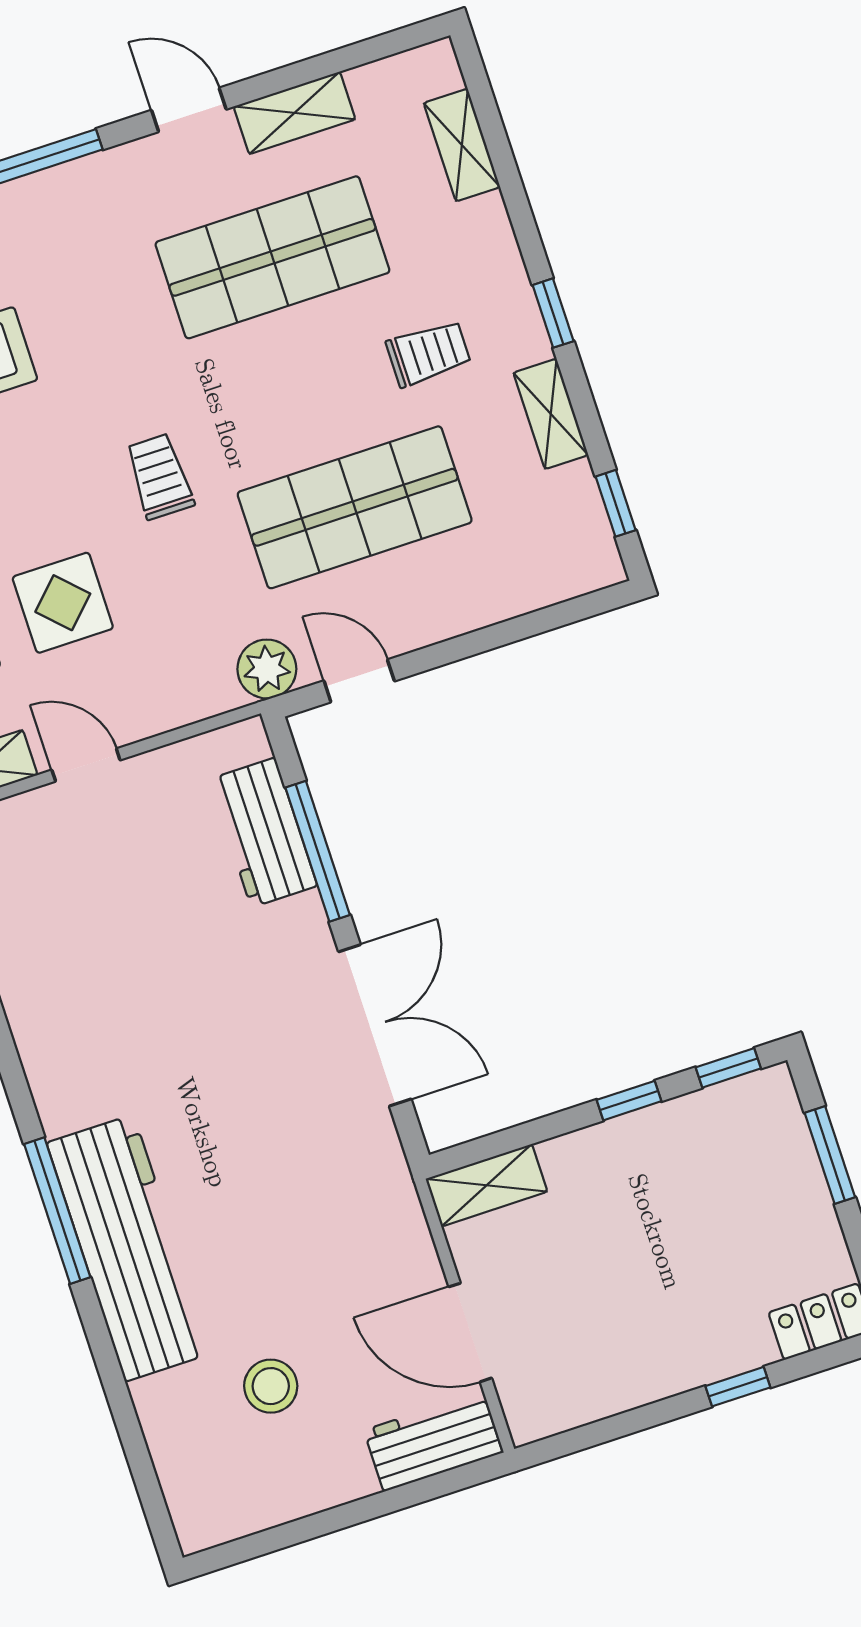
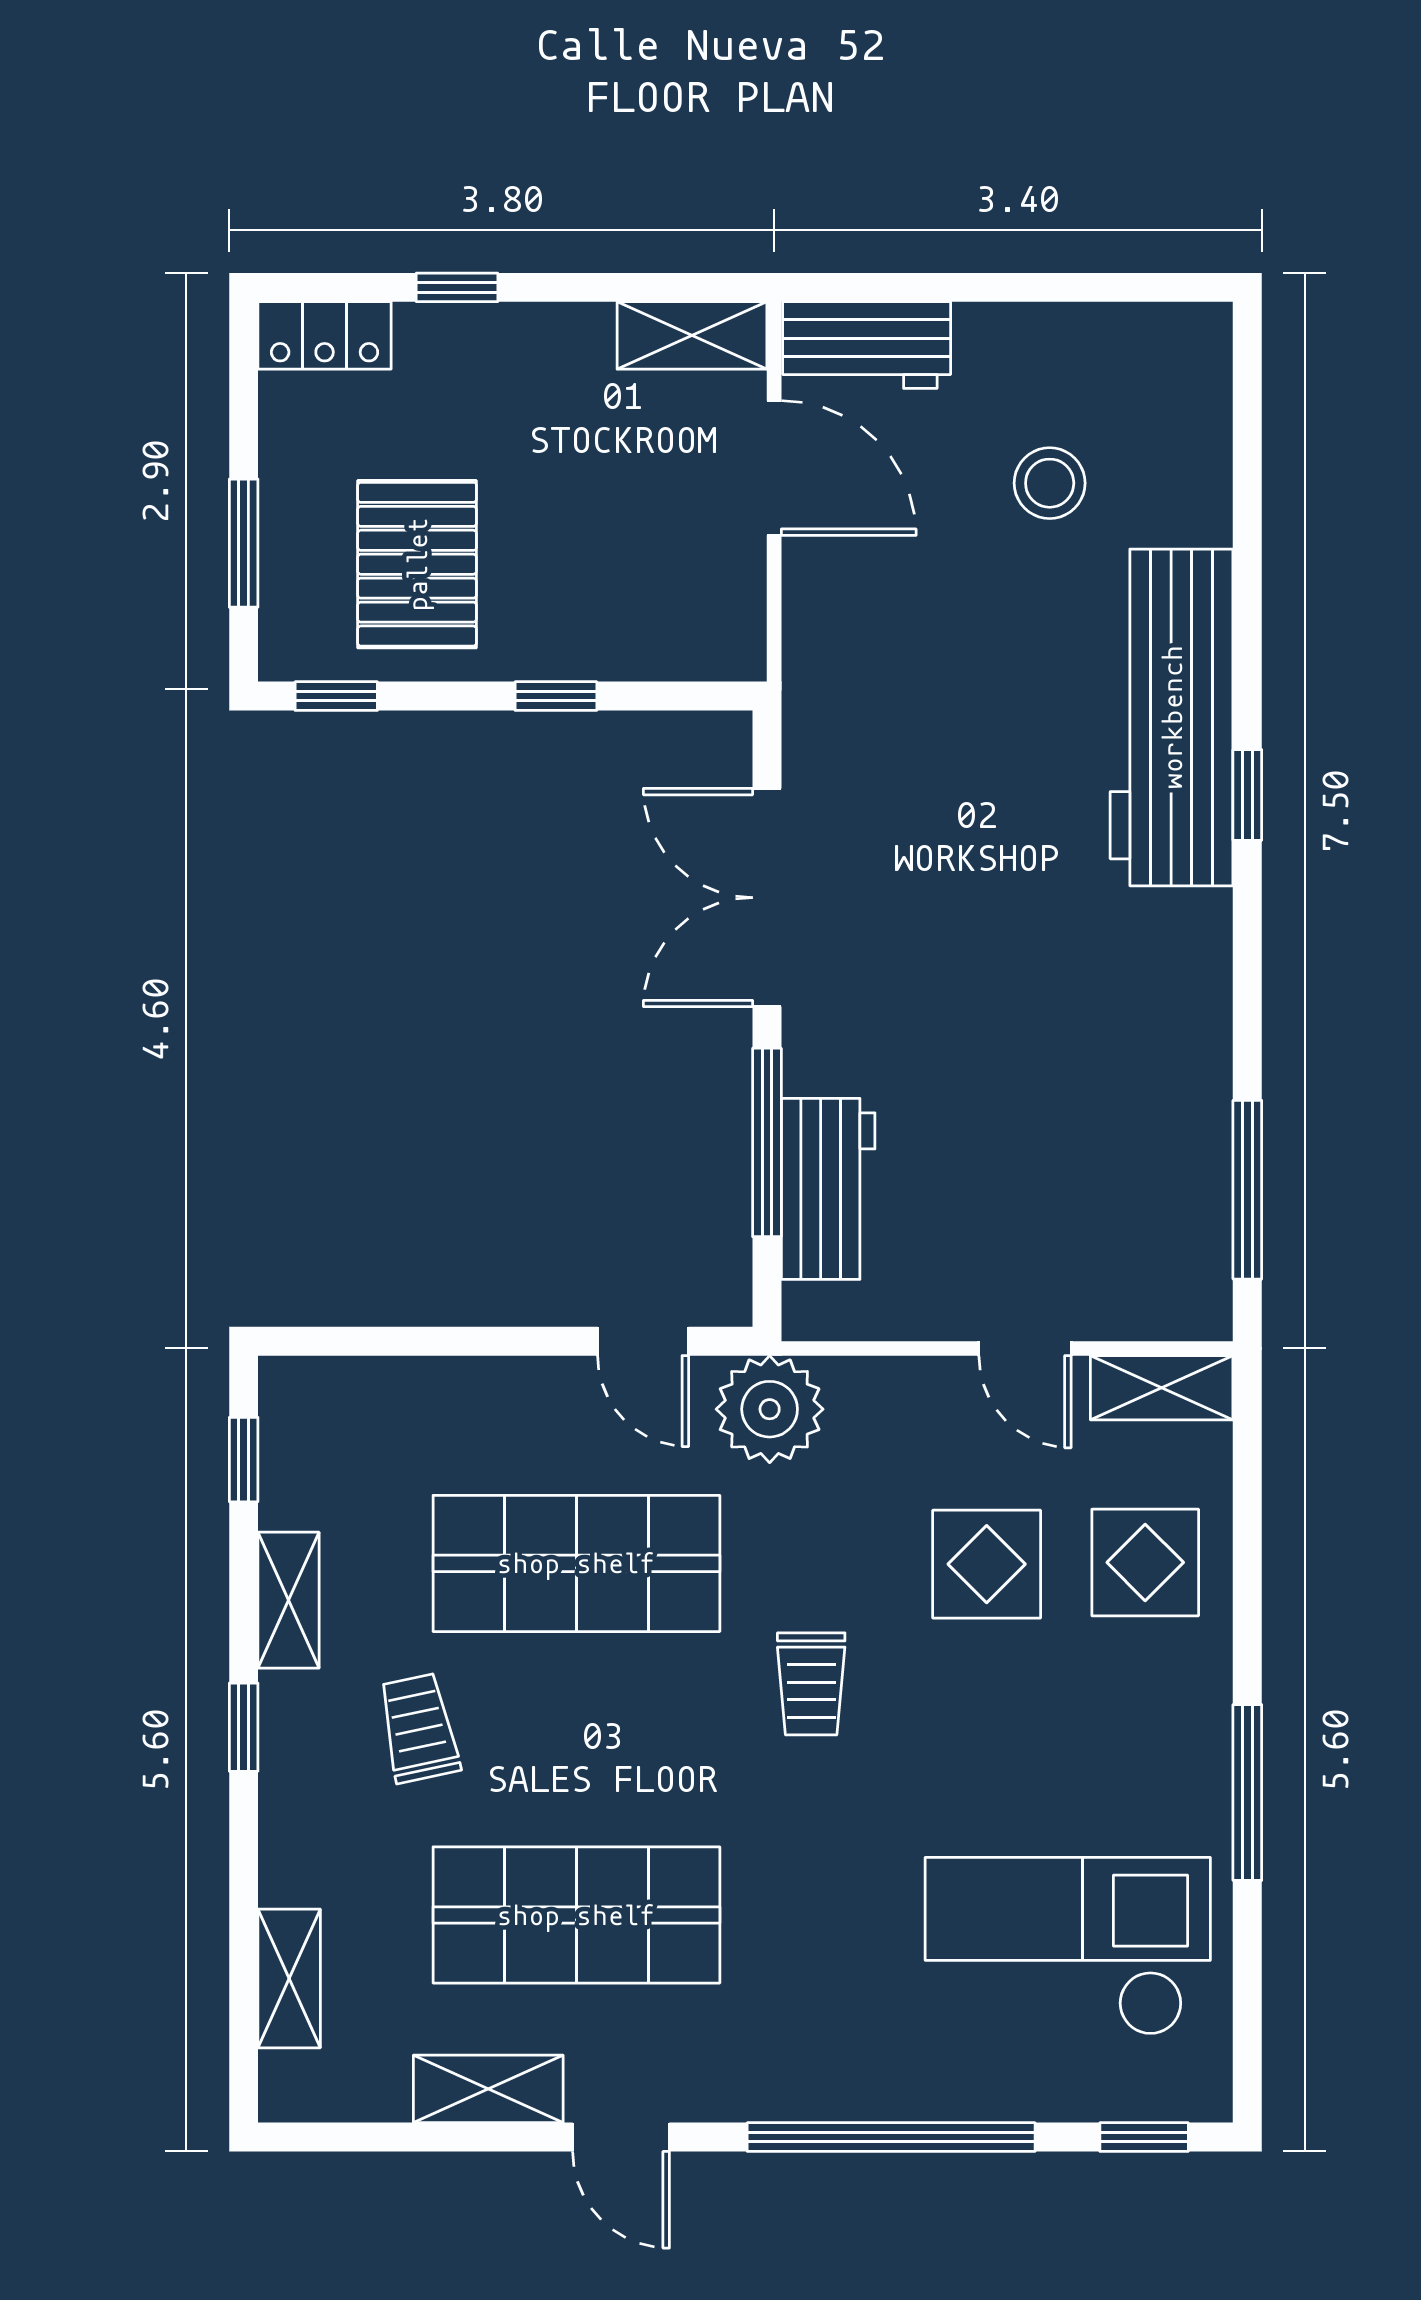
trolley: (428, 353) -> (419, 1728), turned 78
plant: (267, 669) -> (770, 1409), width x1.36, depth x1.36
window: (629, 1101) -> (556, 696), moved
pallet: (702, 1181) -> (417, 564), added
shelving: (486, 1185) -> (692, 335), moved
window: (57, 1211) -> (1247, 795), width x0.46

